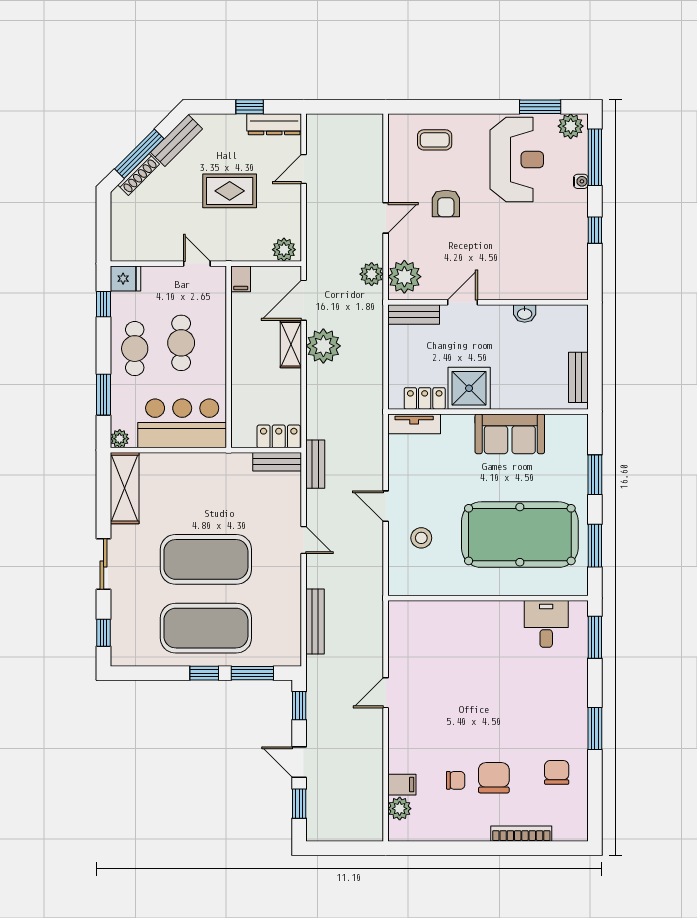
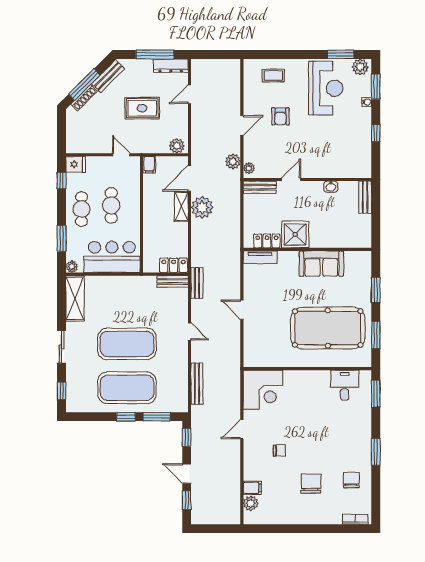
window: (250, 107) -> (155, 54), width x2.17
window: (595, 157) -> (376, 87), width x0.69
plant: (404, 277) -> (249, 168), width x0.53, depth x0.53
bench: (578, 377) -> (365, 197), moved
stool: (421, 538) -> (265, 330), removed
corner desk: (419, 631) -> (263, 390), added
chair: (456, 780) -> (279, 451), moved
bookcase: (521, 834) -> (355, 519), moved, width x0.64

